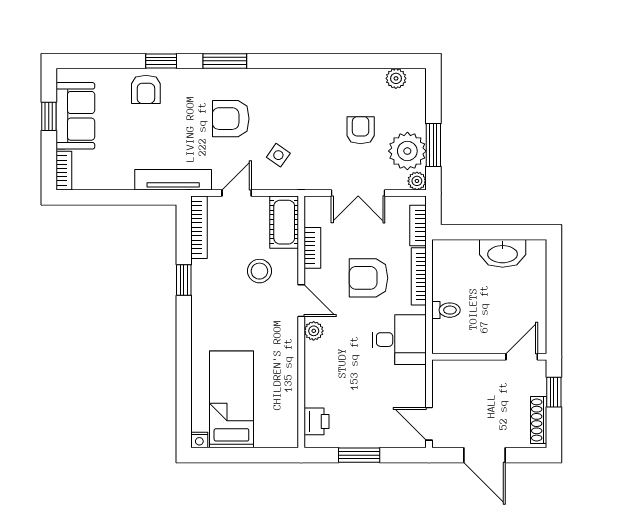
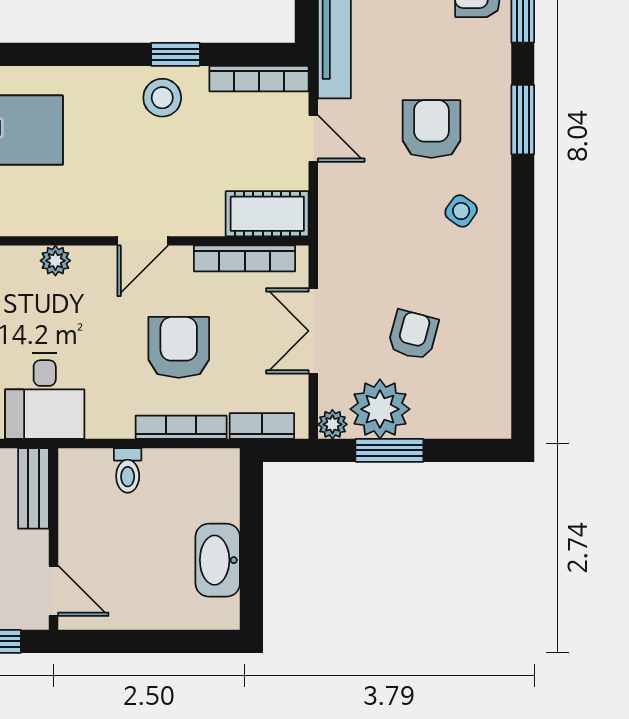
plant: (396, 78) -> (495, 391), removed
armchair: (361, 130) -> (413, 335), turned -75
side table: (278, 155) -> (461, 211), moved
bookcase: (312, 248) -> (245, 258), width x1.56
stool: (259, 271) -> (162, 98), moved
plant: (314, 331) -> (55, 261), moved
desk: (399, 340) -> (45, 396), moved
bench: (457, 369) -> (33, 488), added

